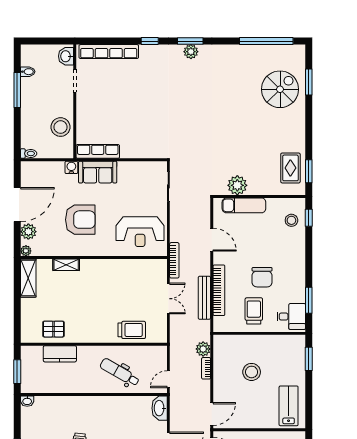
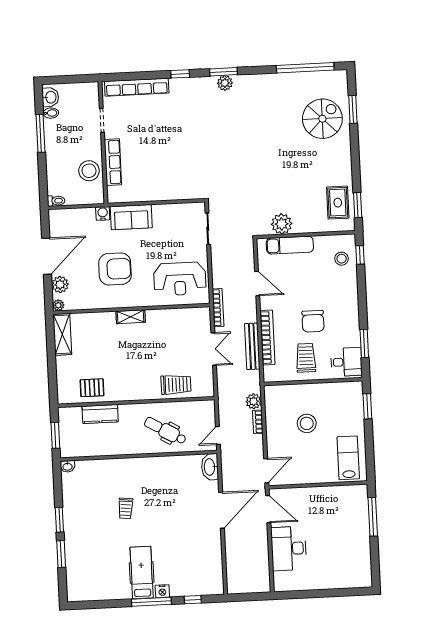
washbasin: (66, 56) -> (50, 97), moved, turned 180
row of seats: (98, 151) -> (113, 162), moved, turned 90
shelving: (66, 265) -> (131, 317), moved

